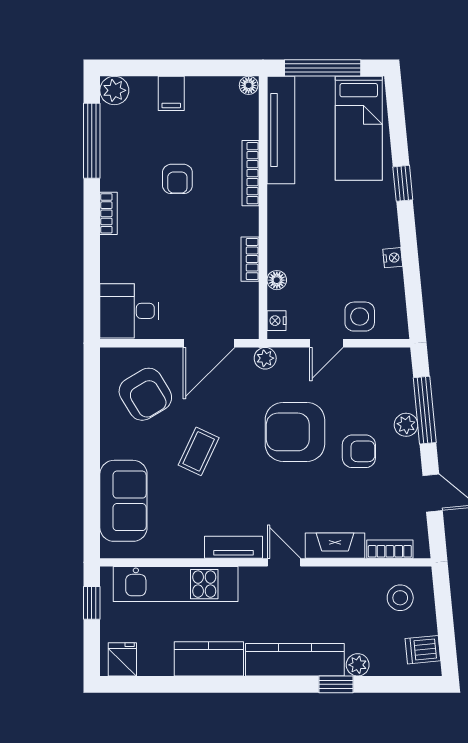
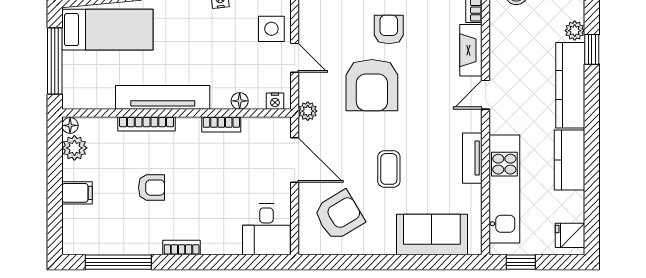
plant: (114, 90) -> (74, 148), moved
tv unit: (281, 130) -> (163, 97), moved
coffee table: (199, 451) -> (389, 169), turned 65
tv unit: (233, 547) -> (472, 158), moved

